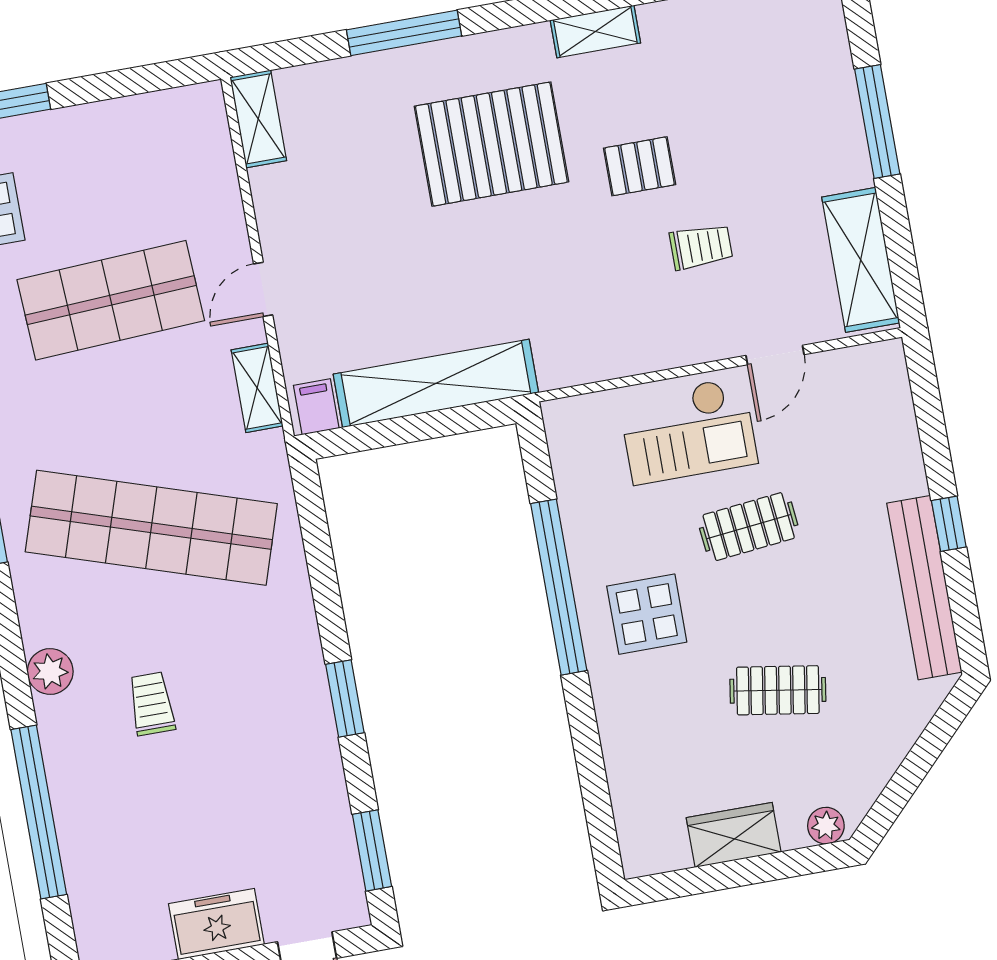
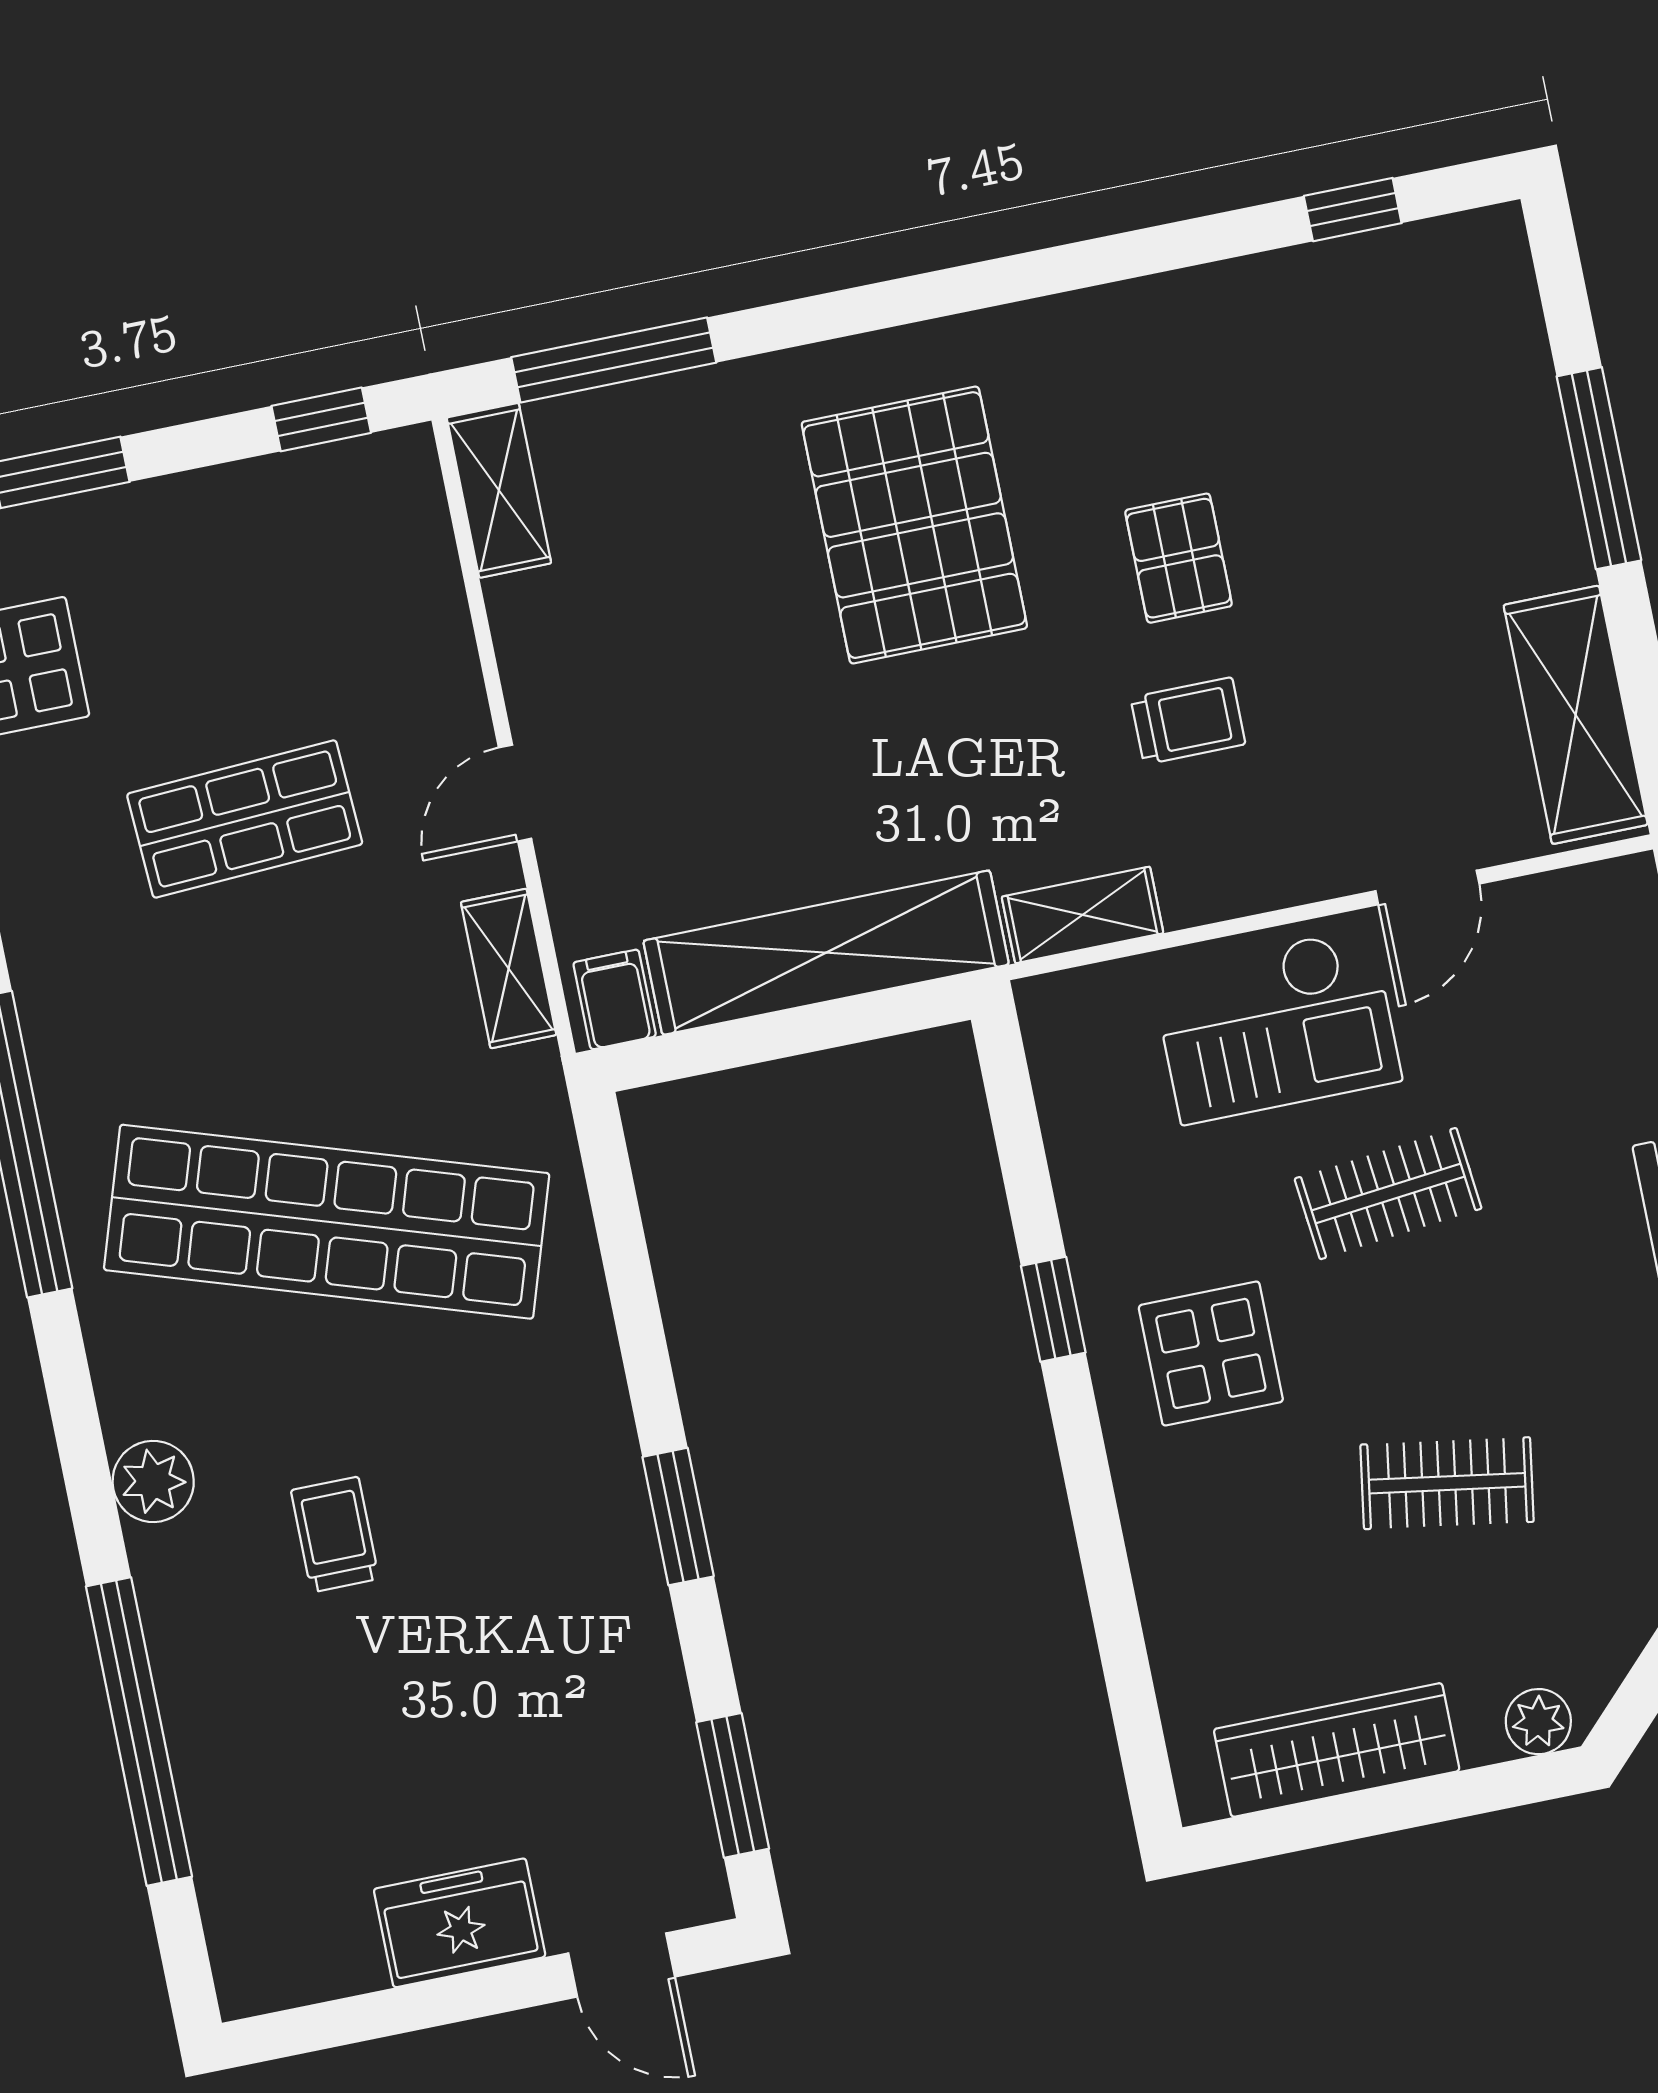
shelving: (595, 32) -> (1083, 915), moved
window: (404, 33) -> (614, 360), moved
window: (159, 77) -> (321, 419), added
pallet: (491, 144) -> (914, 525), turned 90
pallet: (640, 166) -> (1179, 558), turned 90
trolley: (701, 247) -> (1188, 721), moved
shop shelf: (111, 300) -> (245, 819), width x0.70, depth x0.74
window: (559, 587) -> (1053, 1309), width x0.32
wardrobe: (734, 835) -> (1337, 1750), width x1.50

